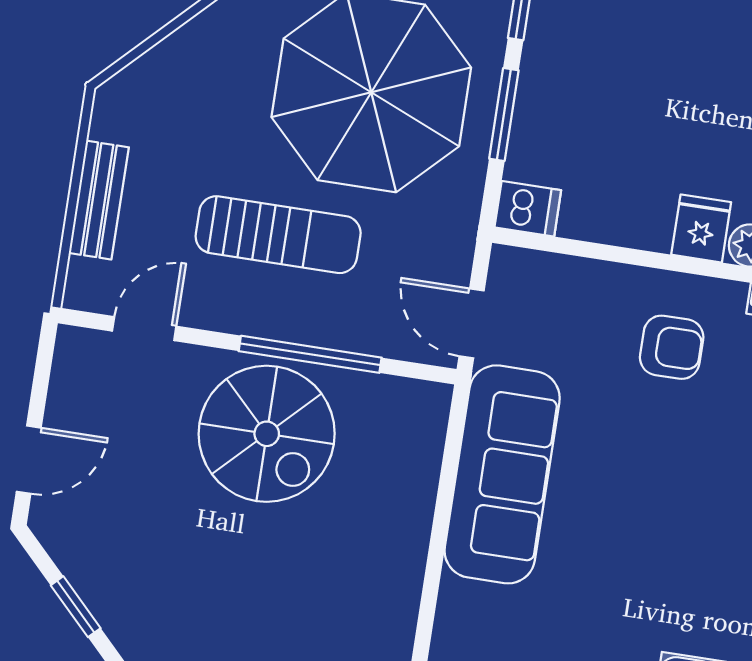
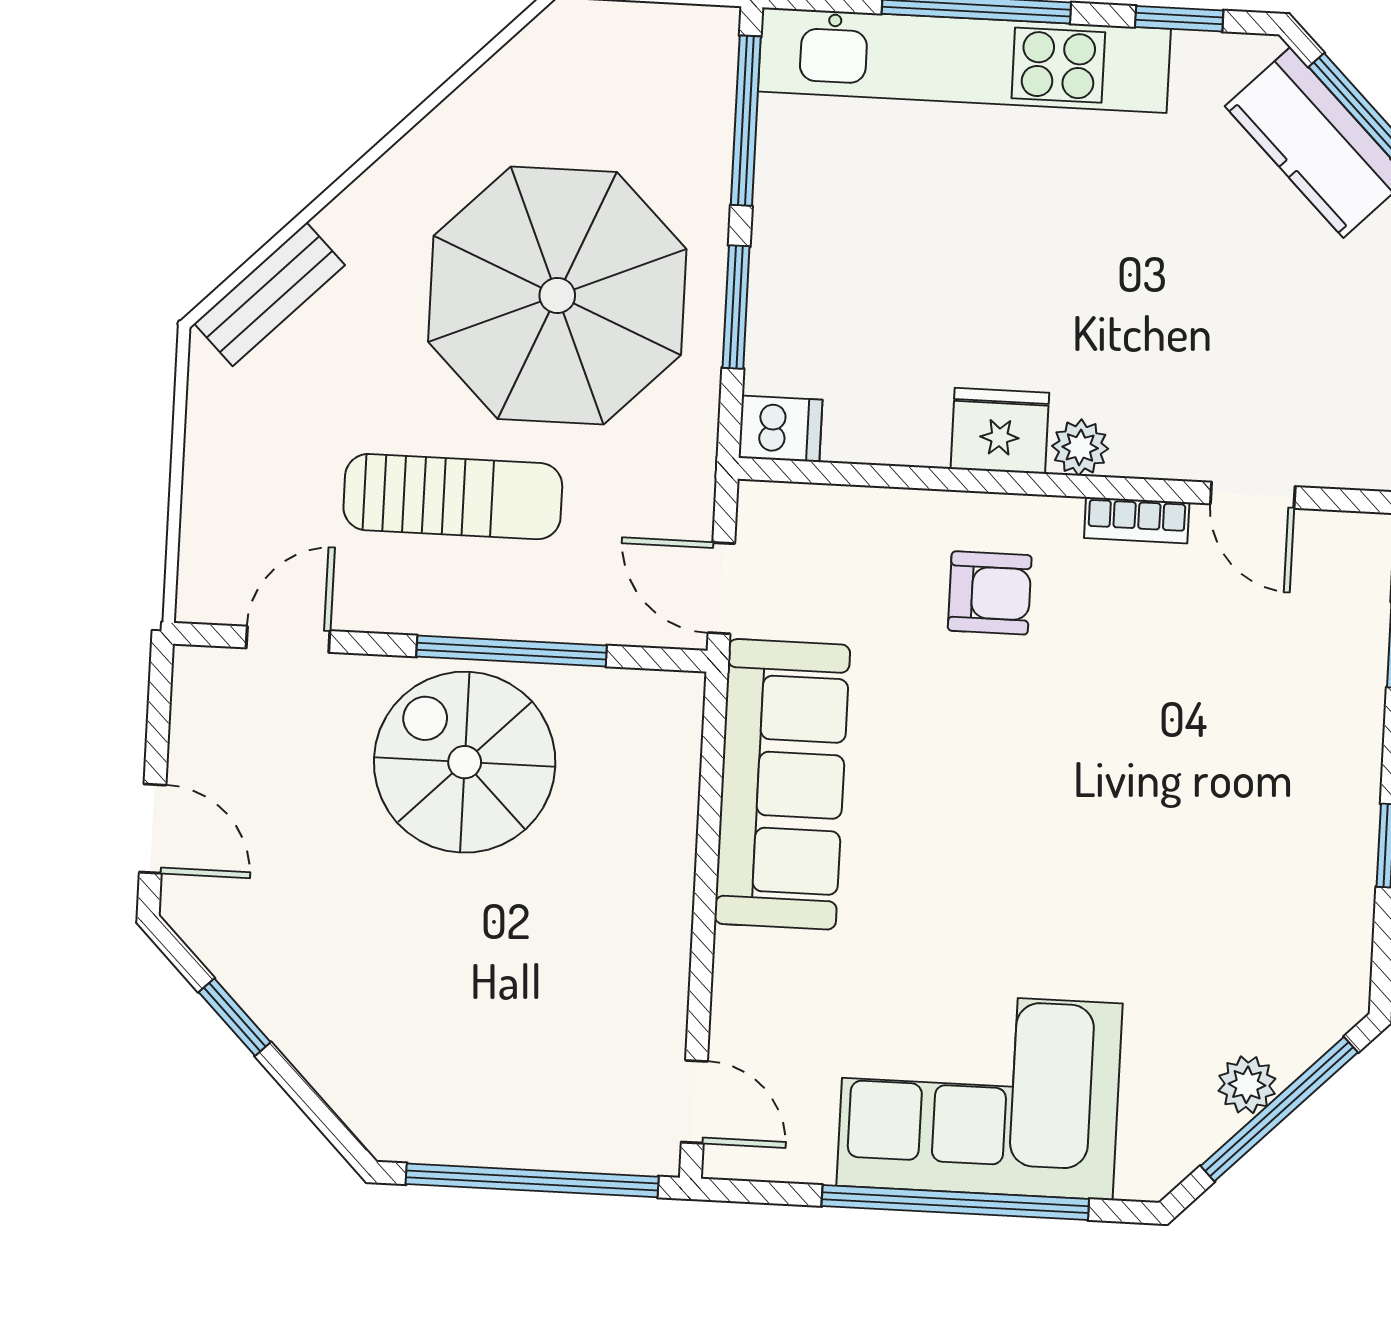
bench: (99, 200) -> (269, 294), moved, turned 45
fridge: (701, 228) -> (1000, 431), width x1.38
spiral stairs: (267, 434) -> (465, 762), turned 180
door: (29, 460) -> (153, 829), hinge flipped

